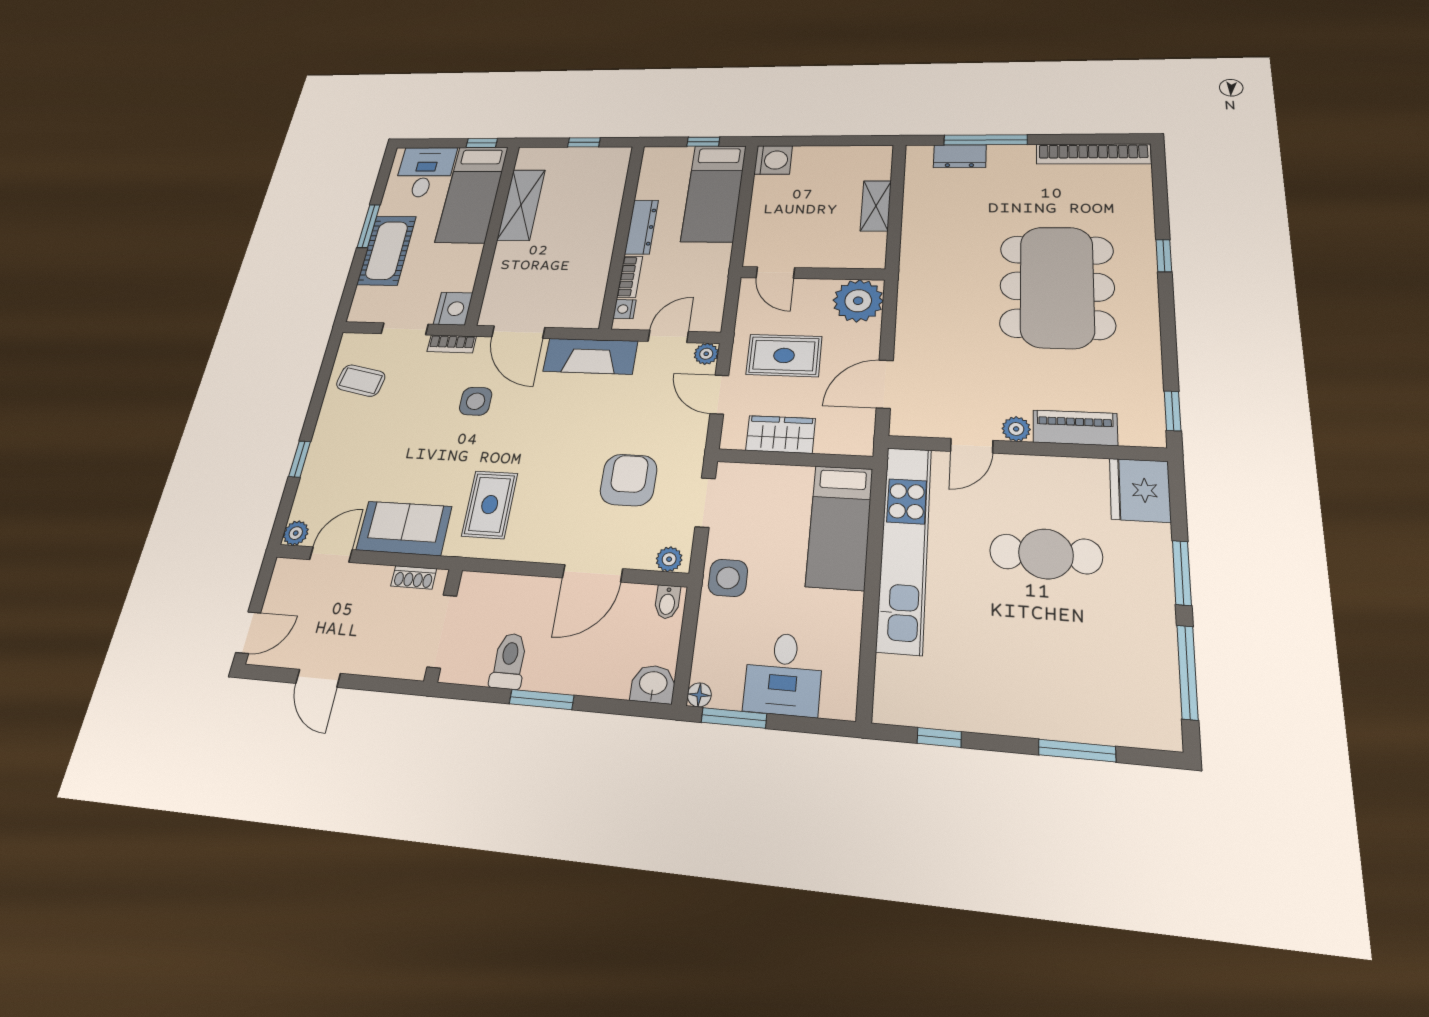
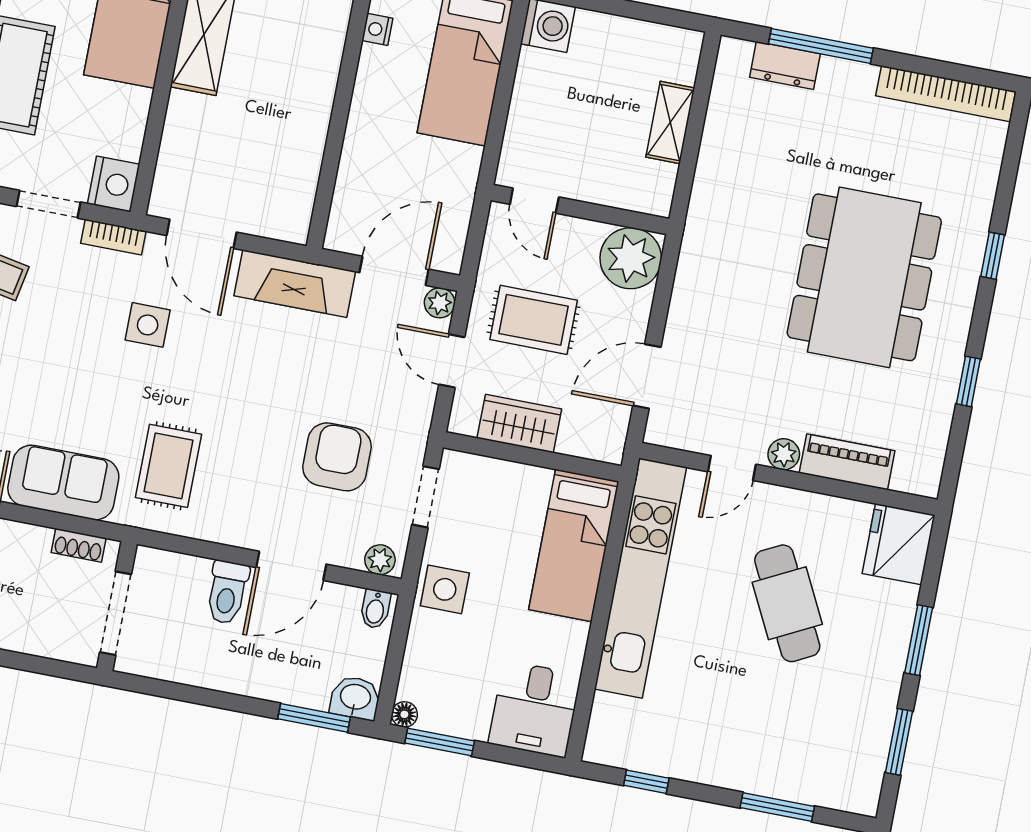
dresser: (641, 227) -> (367, 100), removed
bookcase: (630, 277) -> (349, 175), removed
nightstand: (624, 309) -> (377, 29), moved
door: (668, 336) -> (394, 271), width x1.38
window: (1173, 411) -> (968, 381), moved
cafe table: (1046, 554) -> (787, 603), turned 63
toilet: (509, 661) -> (227, 592), moved, turned 180
window: (1187, 672) -> (899, 742), width x0.69
desk: (783, 674) -> (535, 709), moved
window: (542, 700) -> (314, 718), moved

